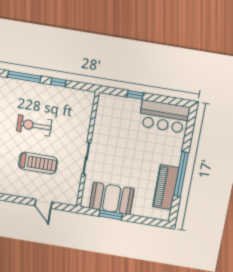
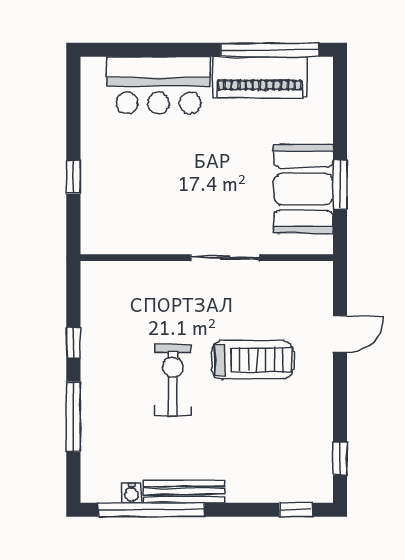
bar counter: (164, 117) -> (158, 85), moved, turned 90
exercise bike: (34, 125) -> (173, 380), turned 180
treadmill: (38, 163) -> (252, 360), turned 90
window: (181, 174) -> (270, 50), moved

